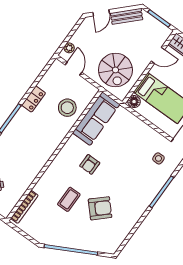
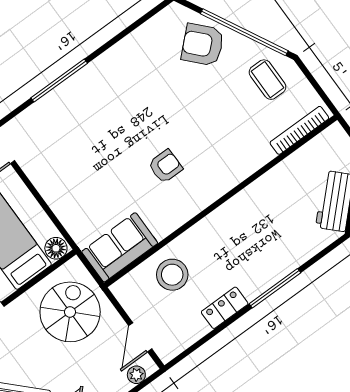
sofa: (96, 119) -> (120, 247), width x0.73
side table: (158, 158) -> (46, 139), removed
coffee table: (69, 199) -> (267, 80), moved, turned 90
armchair: (100, 208) -> (203, 45), moved

